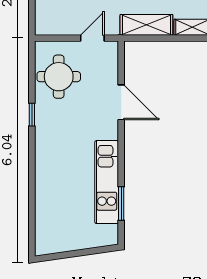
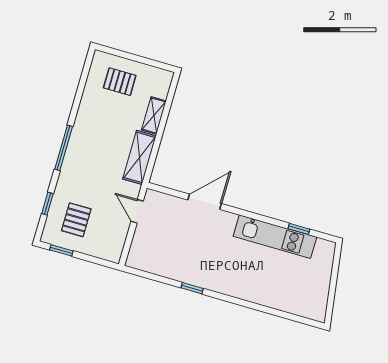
round table: (59, 77) -> (164, 253), removed
window: (121, 203) -> (299, 229), width x0.67

